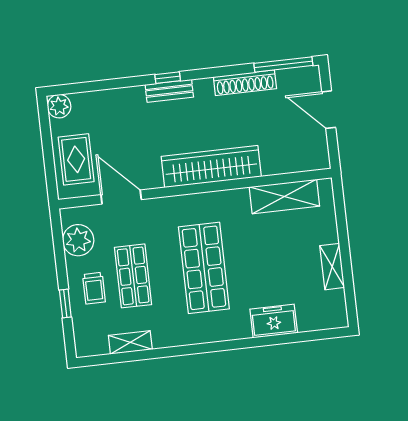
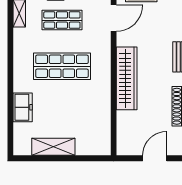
shelving: (284, 197) -> (102, 123), removed
shelving: (332, 267) -> (53, 147), width x1.50, depth x1.33

